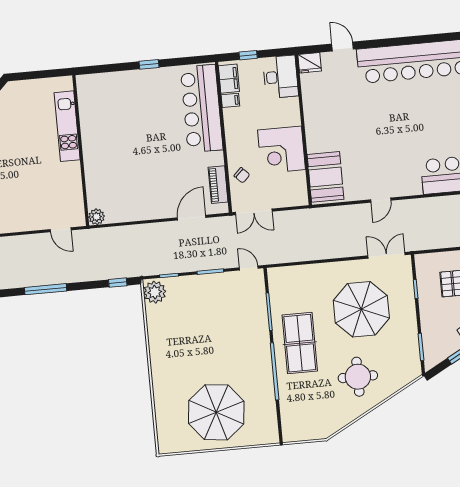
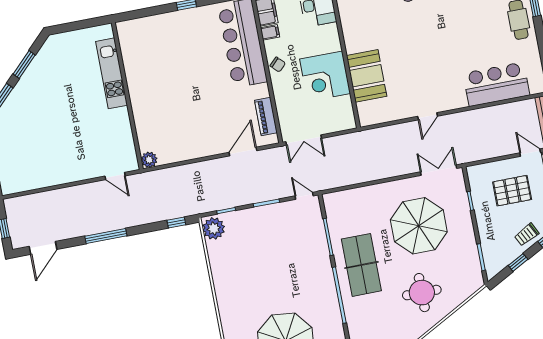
chair: (242, 175) -> (278, 65), moved
booth: (325, 177) -> (367, 76), moved

